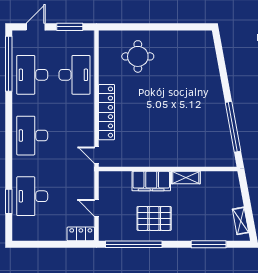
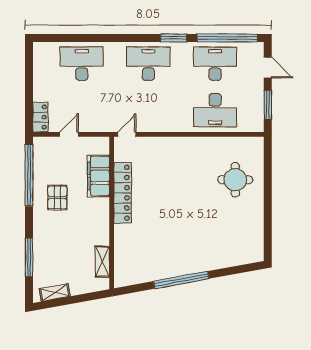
locker: (107, 112) -> (123, 193), moved, turned -90
window: (233, 127) -> (181, 280), moved
shelving: (186, 178) -> (102, 262), moved
filing cabinet: (151, 181) -> (98, 176), moved
window: (9, 201) -> (174, 38), moved
pallet: (154, 218) -> (57, 198), width x0.67, depth x0.71

